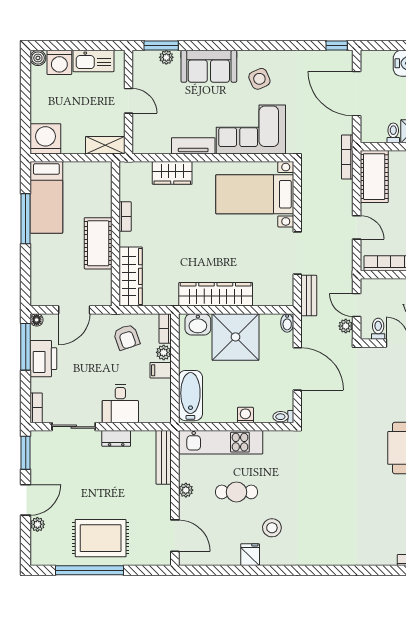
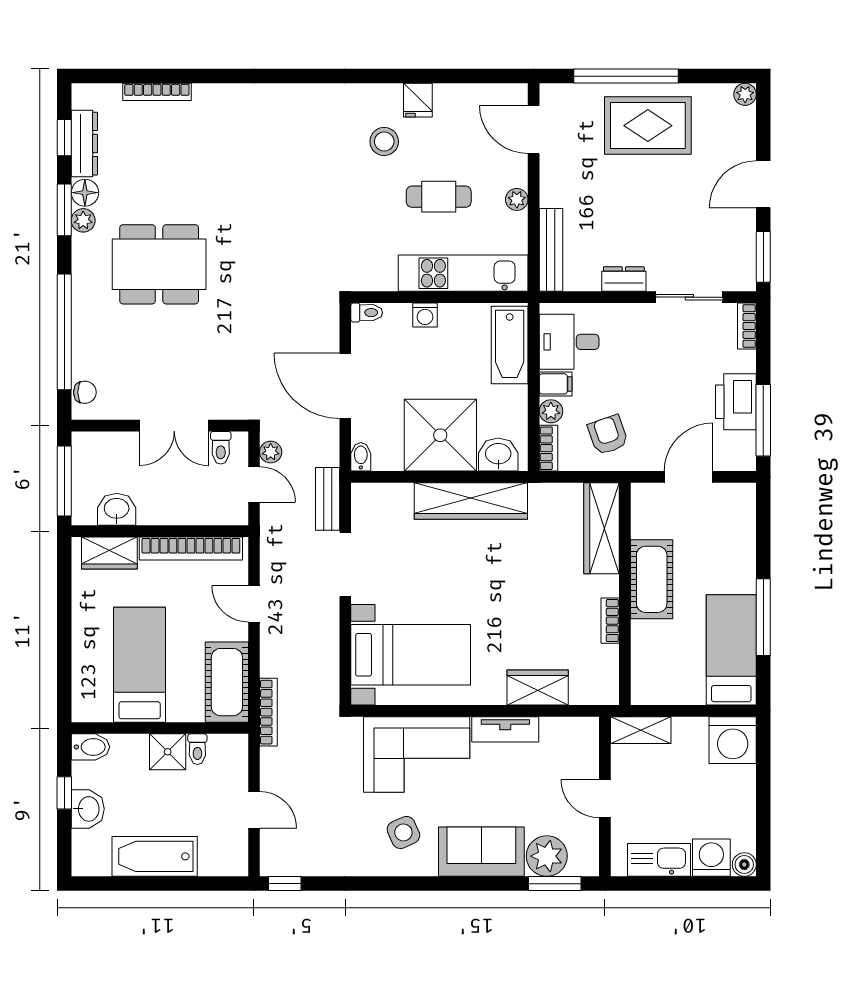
plant: (166, 57) -> (547, 856), width x1.88, depth x1.88
door: (357, 94) -> (254, 810), width x0.53
floor lamp: (37, 320) -> (746, 461), removed
desk: (120, 404) -> (569, 342), moved, turned -90
plant: (37, 524) -> (745, 94), moved
window: (89, 570) -> (626, 76), moved

